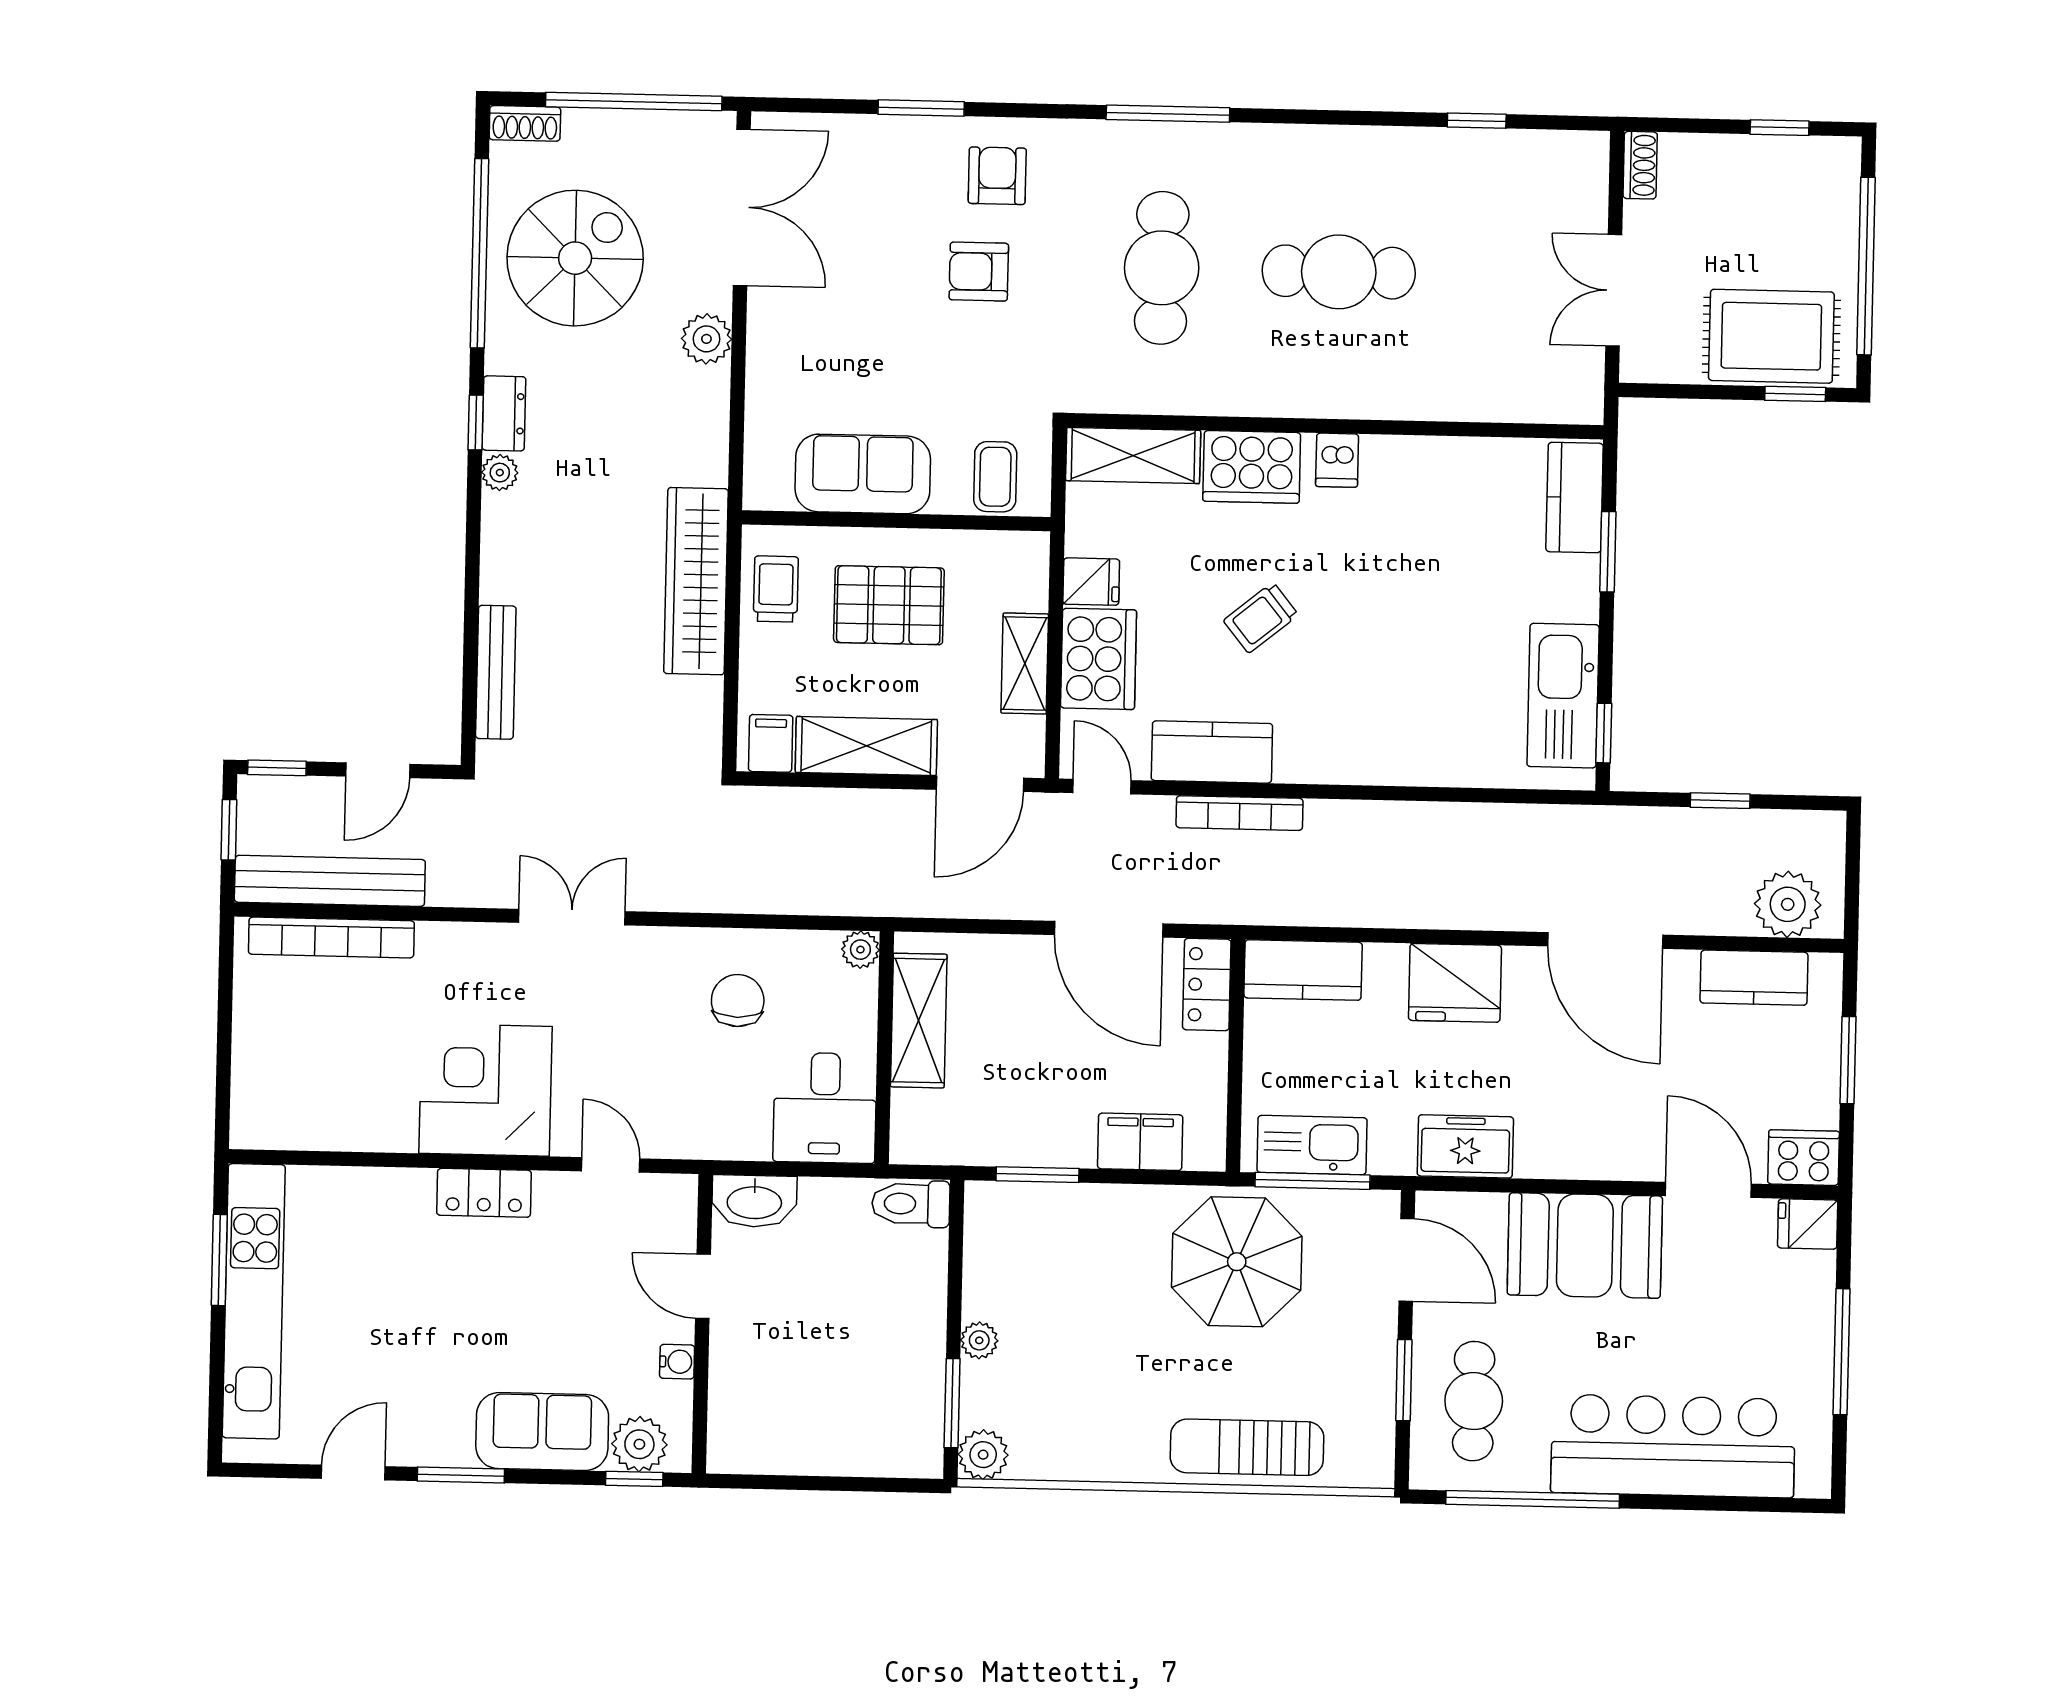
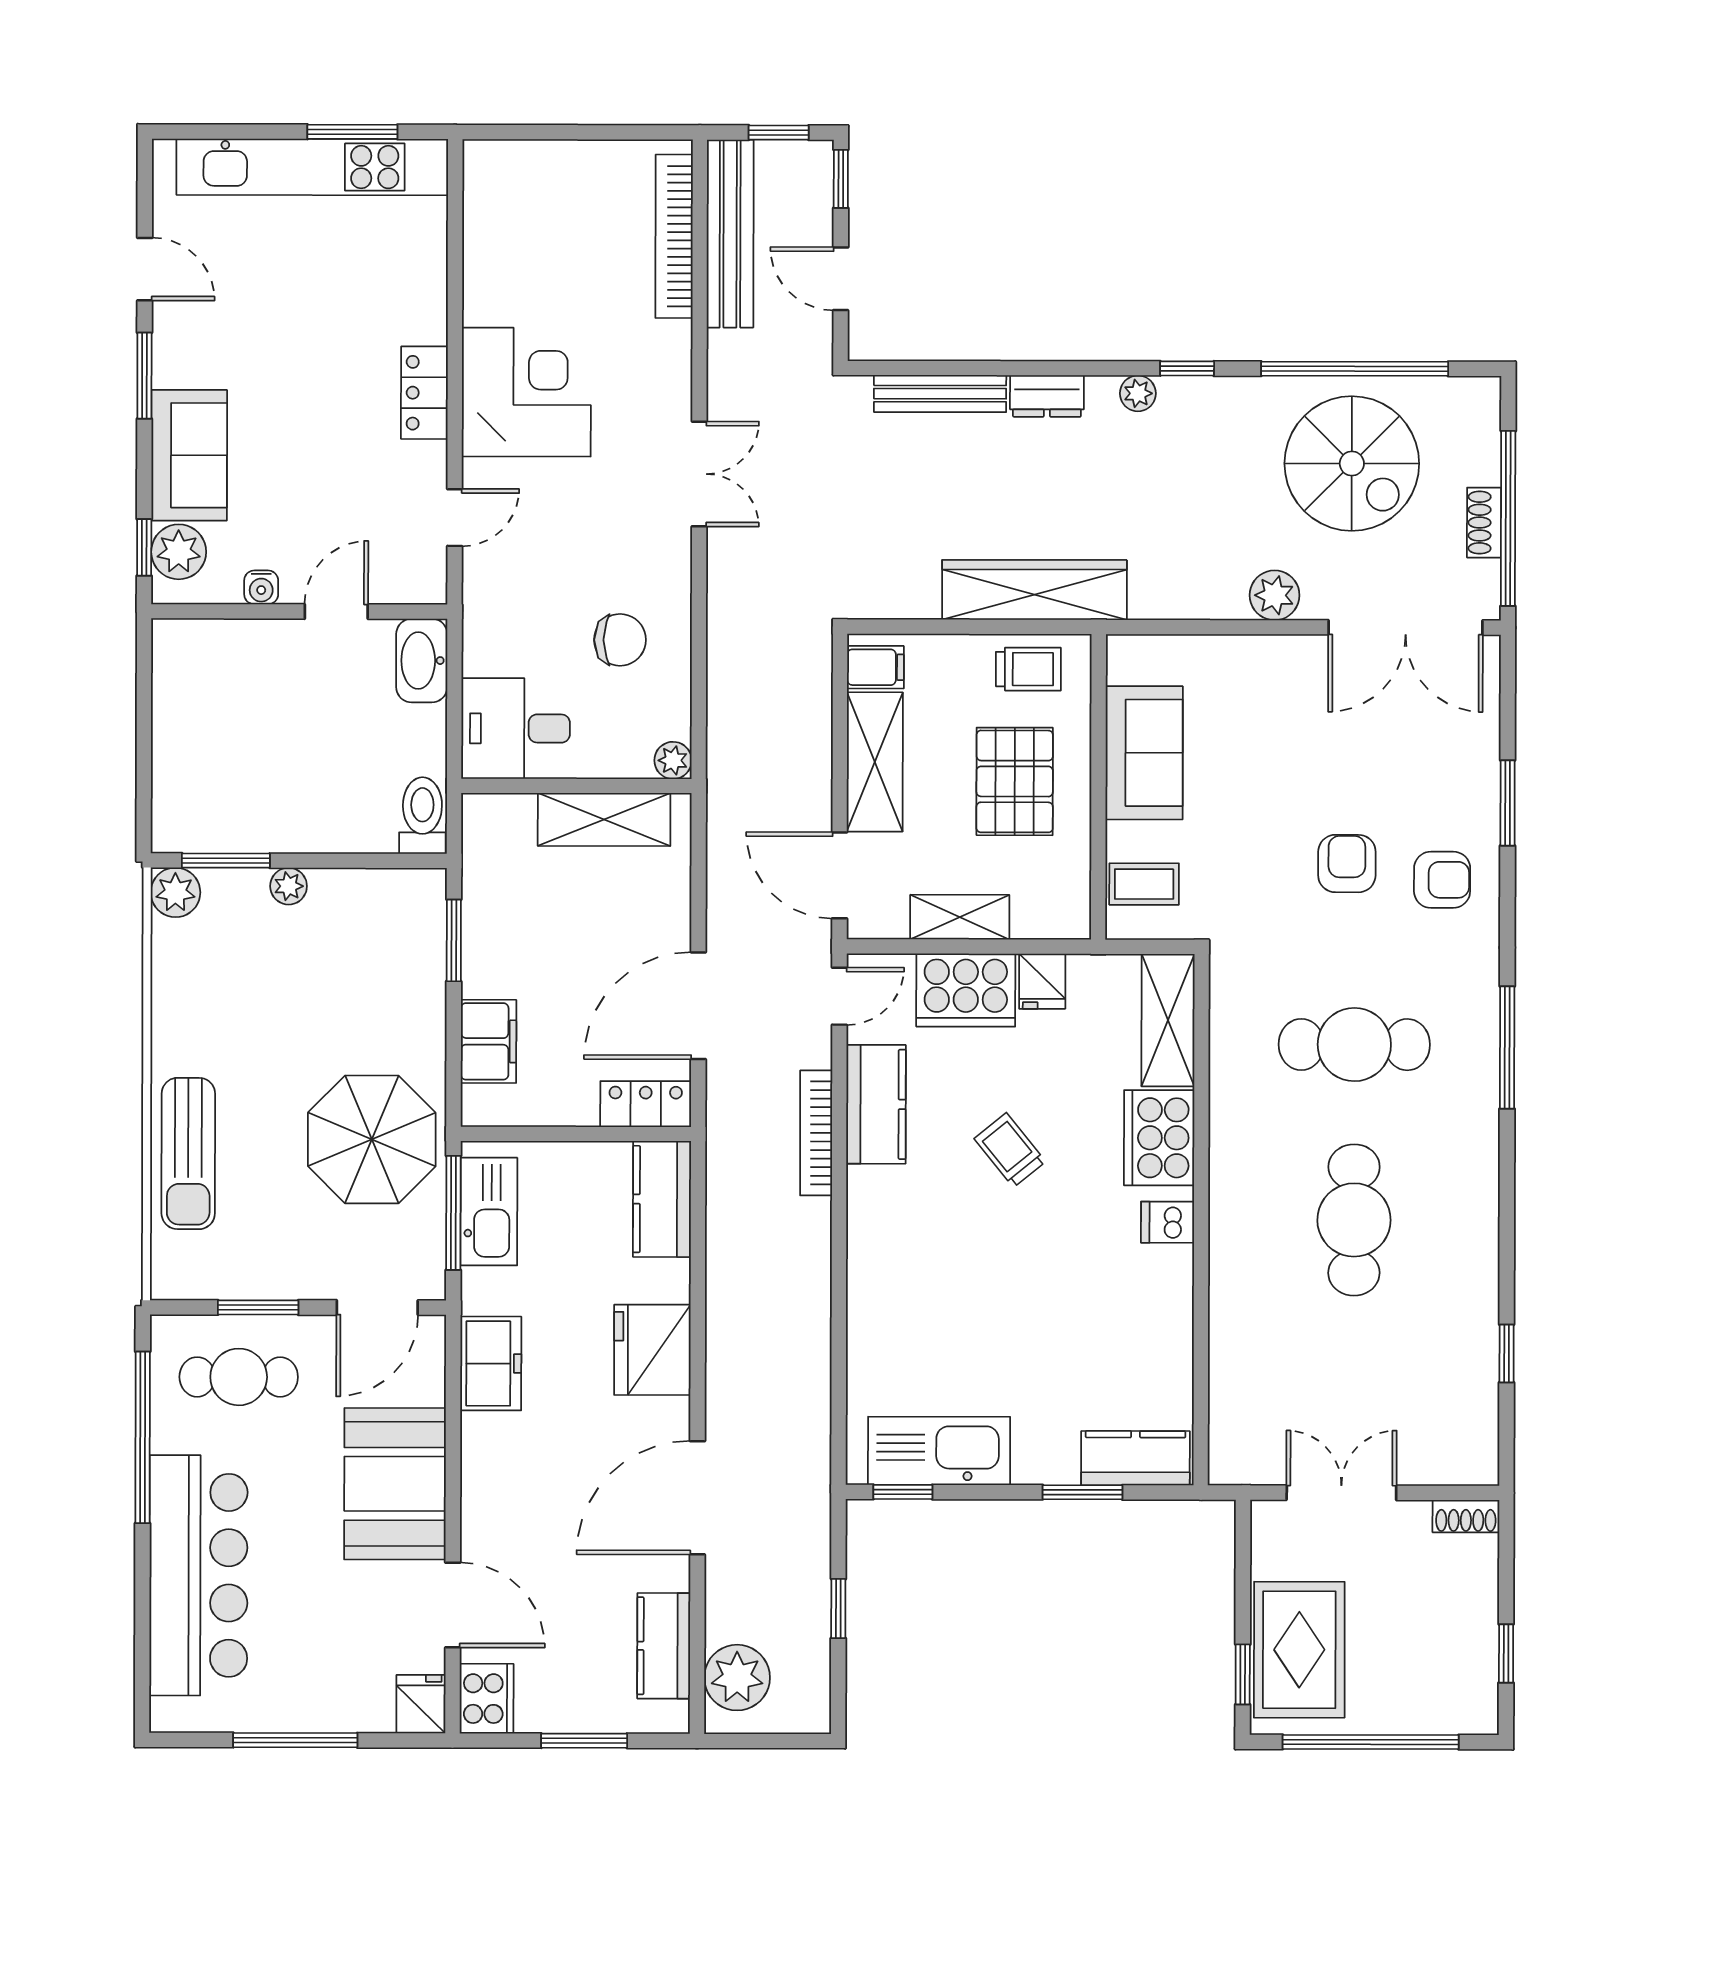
shoe rack: (525, 123) -> (1484, 523), moved
dresser: (504, 413) -> (1047, 396), moved
door: (1708, 1190) -> (453, 1605), hinge flipped
sun lounger: (1247, 1447) -> (188, 1153), turned 180

